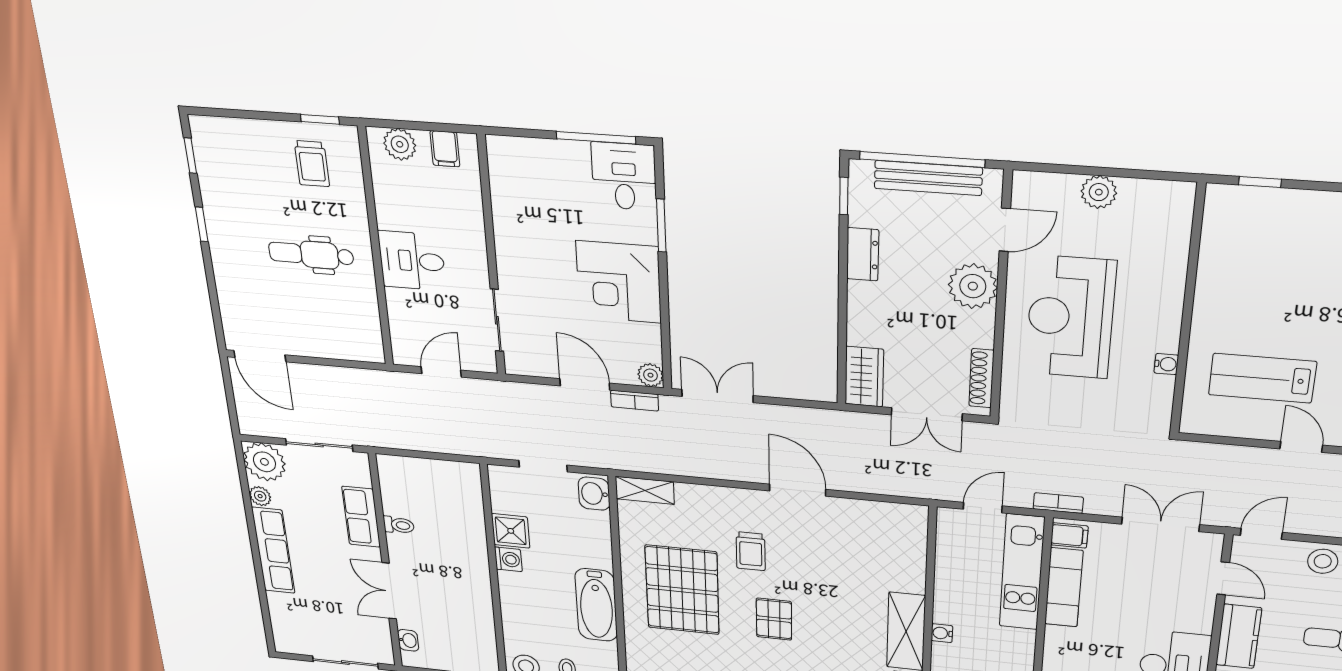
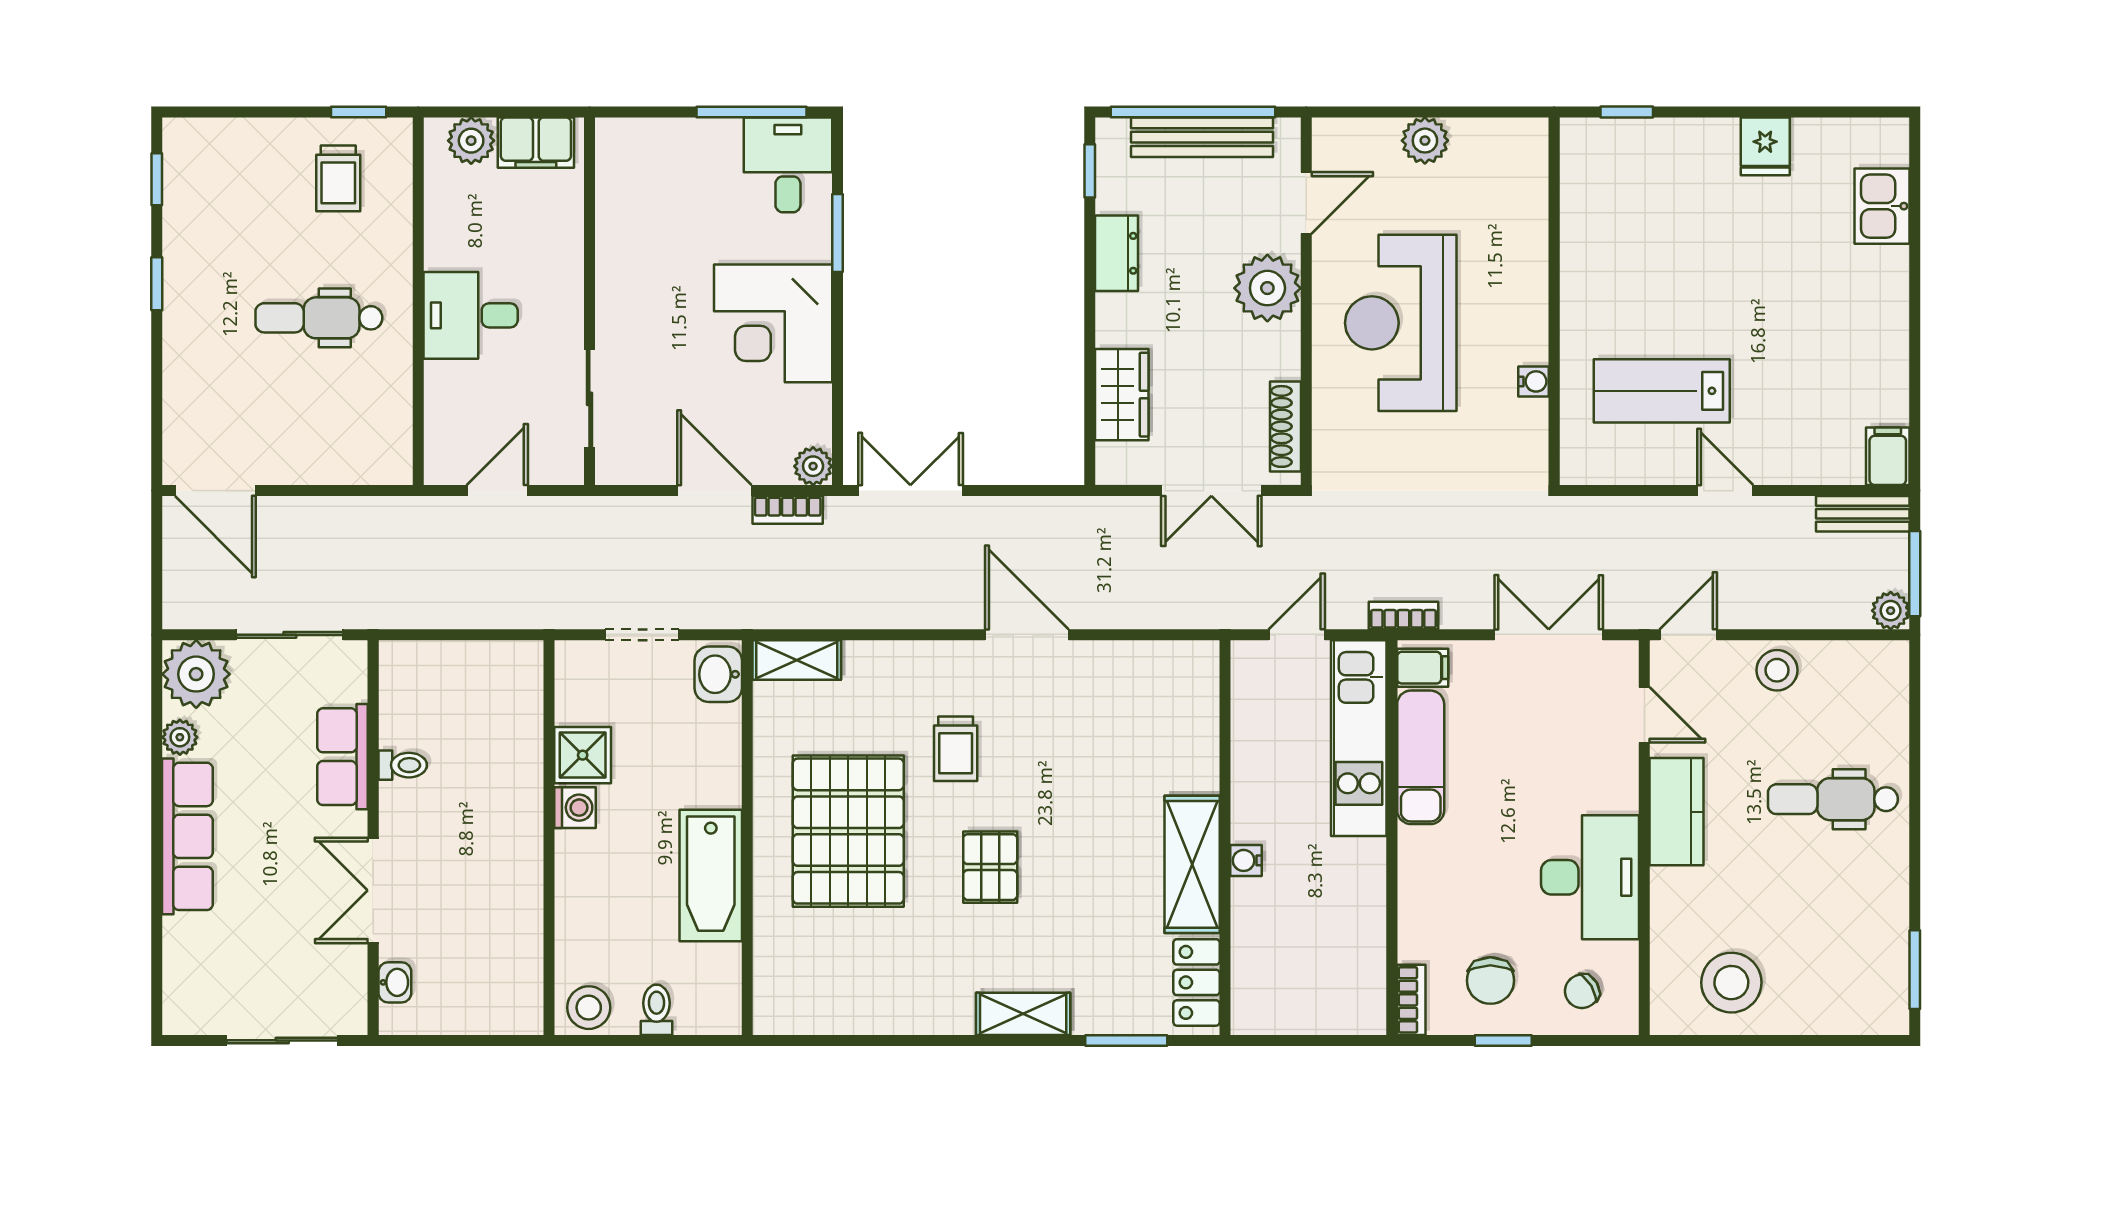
filing cabinet: (445, 149) -> (536, 143), width x2.00
wardrobe: (864, 377) -> (1122, 395), moved

